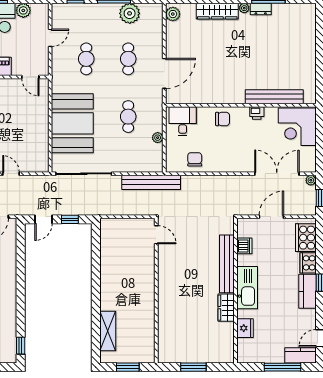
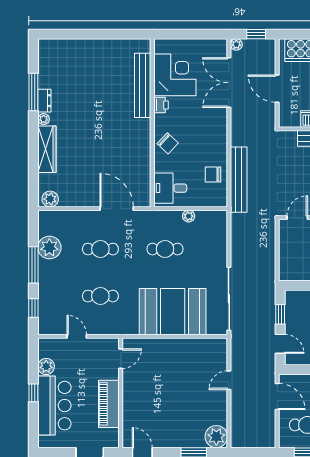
chair: (223, 119) -> (168, 143), turned 133
corner desk: (297, 127) -> (175, 75), moved, turned -90
bench: (151, 182) -> (239, 180), moved

